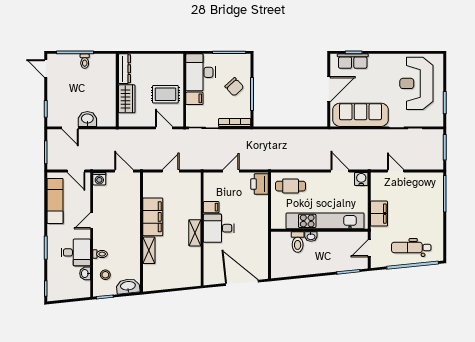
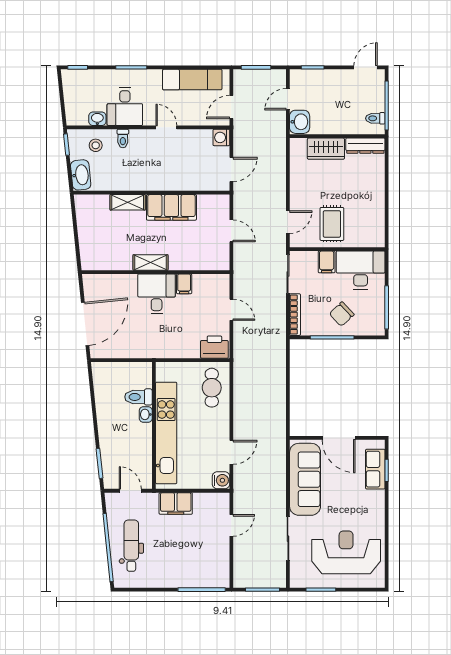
dresser: (124, 69) -> (365, 146), moved
wall: (117, 90) -> (337, 136), moved
wardrobe: (127, 99) -> (326, 149), moved

